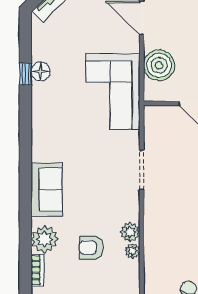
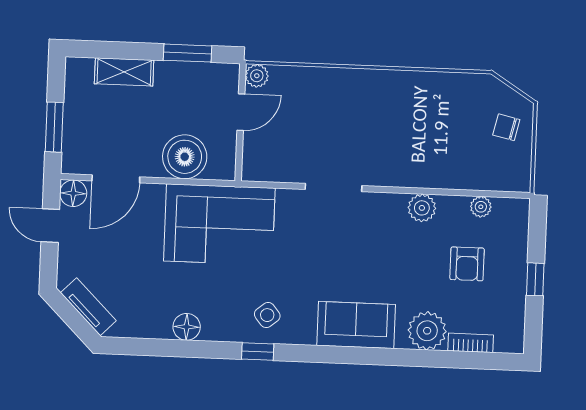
window: (25, 74) -> (258, 351), moved
side table: (51, 127) -> (267, 315), added
armchair: (91, 248) -> (467, 264), moved
plant: (132, 251) -> (481, 207), moved

